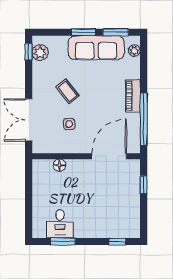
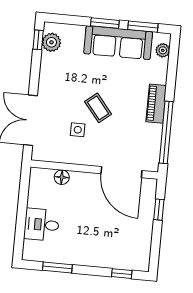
coffee table: (68, 92) -> (98, 108), moved
door: (109, 156) -> (121, 172), swing flipped
desk: (60, 224) -> (42, 225), moved, turned 90

